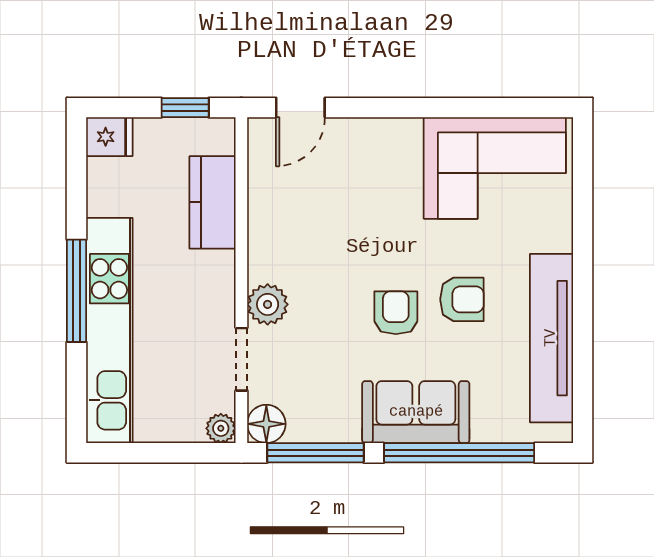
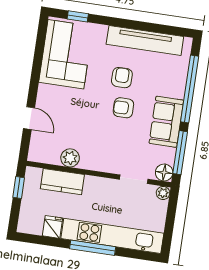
door: (300, 108) -> (29, 118), moved
fridge: (109, 137) -> (52, 227), moved
window: (583, 182) -> (78, 16), added
plant: (268, 304) -> (70, 158), moved
sofa: (416, 412) -> (166, 122), moved

